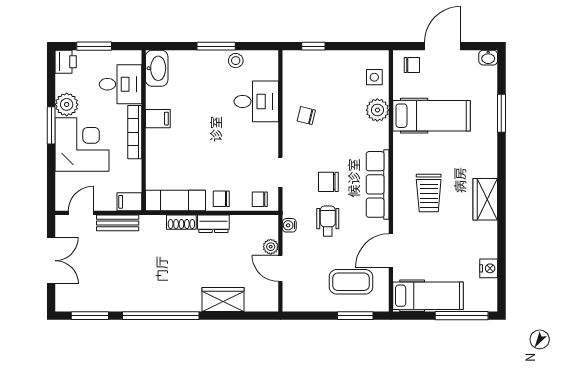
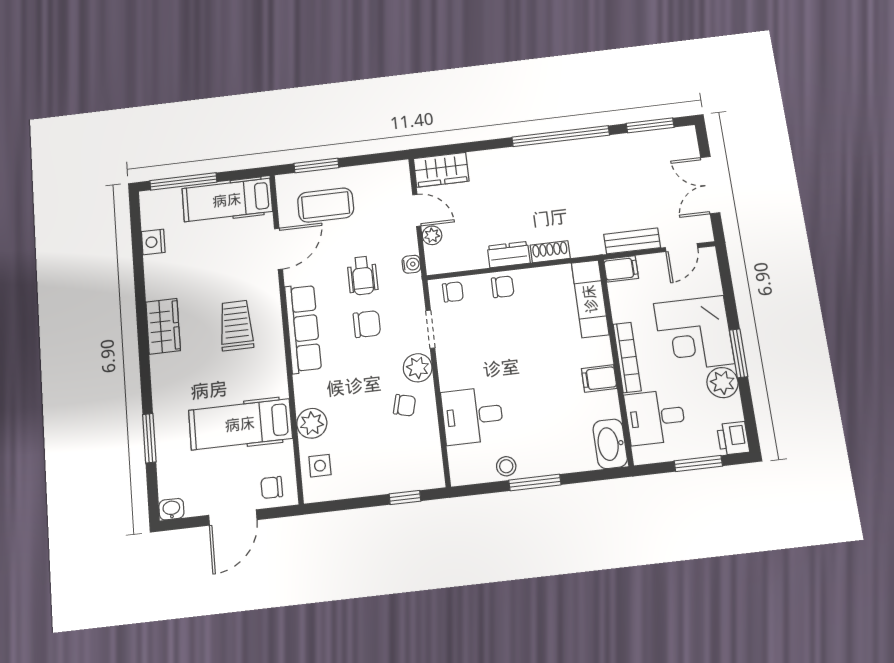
plant: (293, 143) -> (418, 368), added
exam couch: (175, 201) -> (590, 299), moved, turned 90
wardrobe: (223, 299) -> (441, 170), moved

